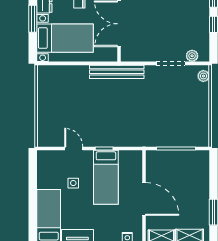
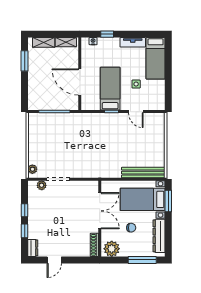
window: (33, 19) -> (168, 201), moved
bench: (117, 72) -> (143, 173), moved
door: (144, 199) -> (80, 82), moved

